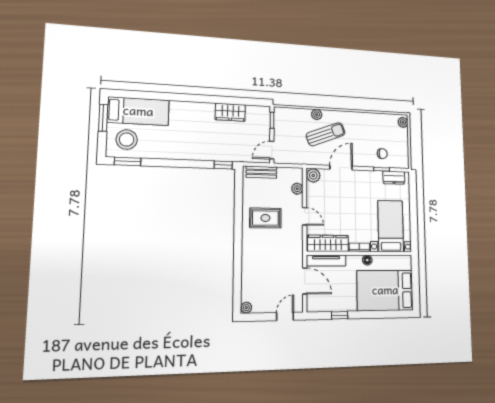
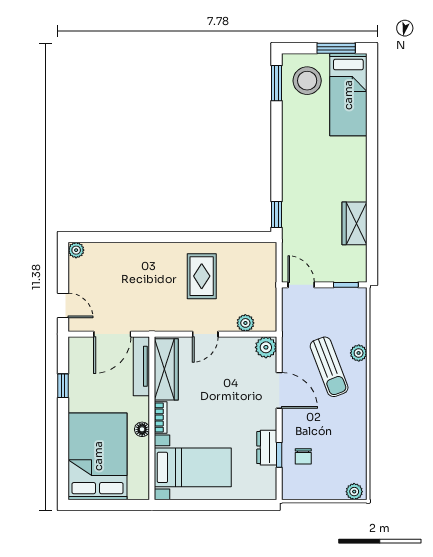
bench: (261, 172) -> (268, 270), removed
dresser: (394, 178) -> (267, 448), moved

